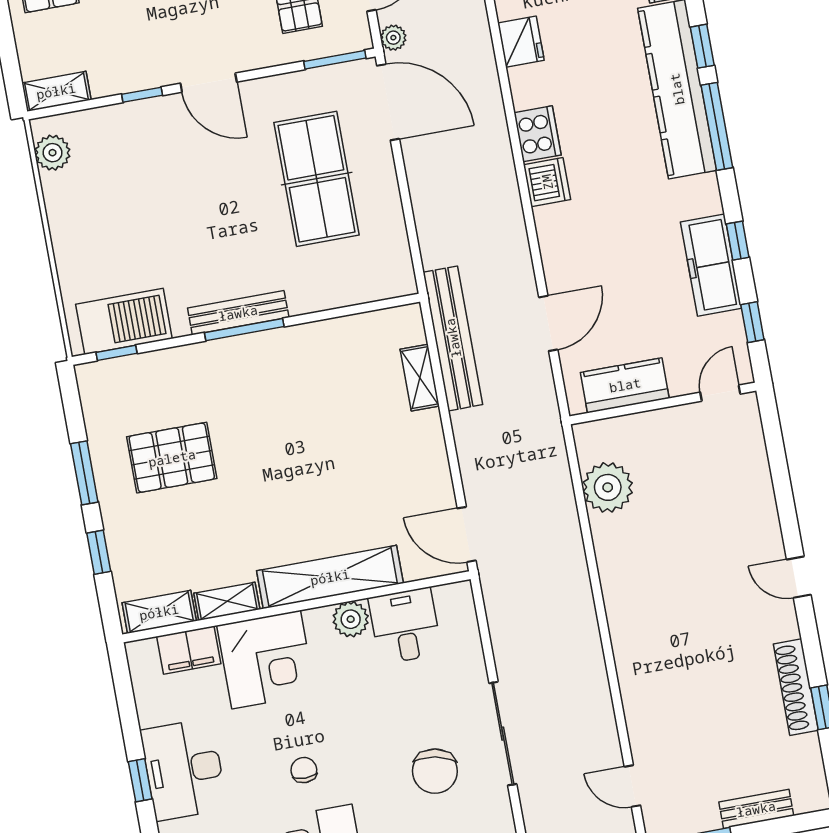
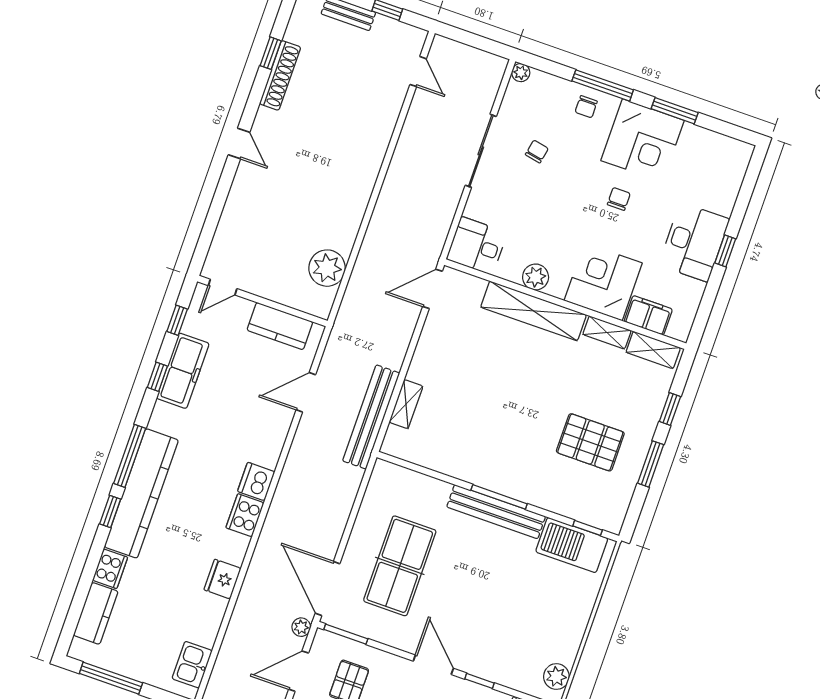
bench: (238, 313) -> (496, 512), width x1.37, depth x1.21
door: (467, 534) -> (432, 289), swing flipped
desk: (405, 626) -> (477, 246), moved, turned 90
chair: (304, 770) -> (619, 199), turned 180
chair: (435, 771) -> (537, 151), width x0.54, depth x0.54

